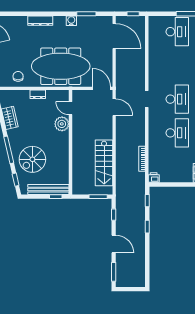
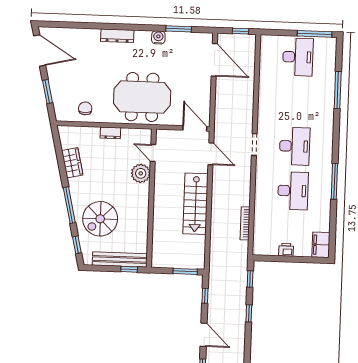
meeting table: (61, 66) -> (142, 97), width x0.73
stairs: (104, 163) -> (196, 204), moved
printer: (154, 178) -> (286, 250), moved

